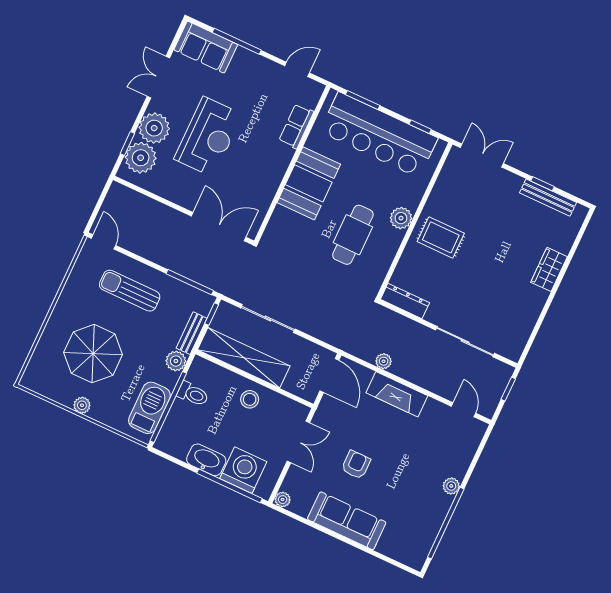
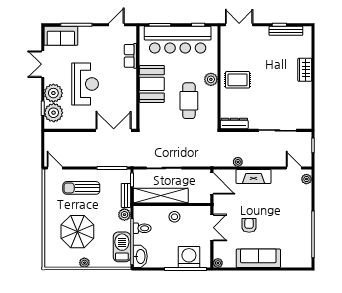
washbasin: (206, 460) -> (140, 256), moved, turned 90
plant: (451, 486) -> (306, 179), moved

